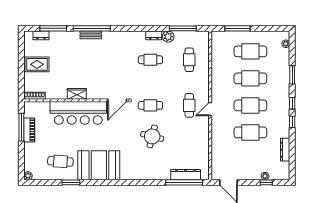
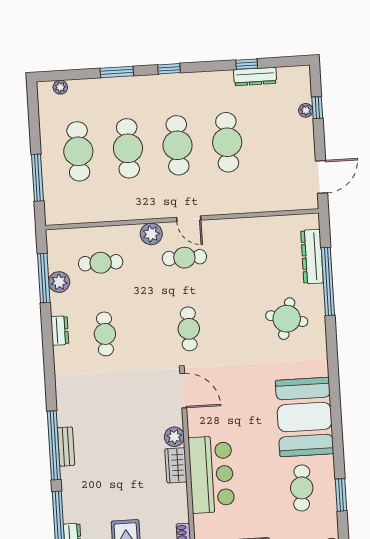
plant: (168, 37) -> (59, 282), moved
plant: (203, 88) -> (151, 234), added
plant: (92, 94) -> (174, 437), added
bar counter: (78, 113) -> (211, 474), width x0.73
window: (292, 122) -> (247, 64), moved
round table: (152, 136) -> (287, 319), moved
window: (71, 182) -> (341, 495), moved
window: (184, 182) -> (328, 281), moved

